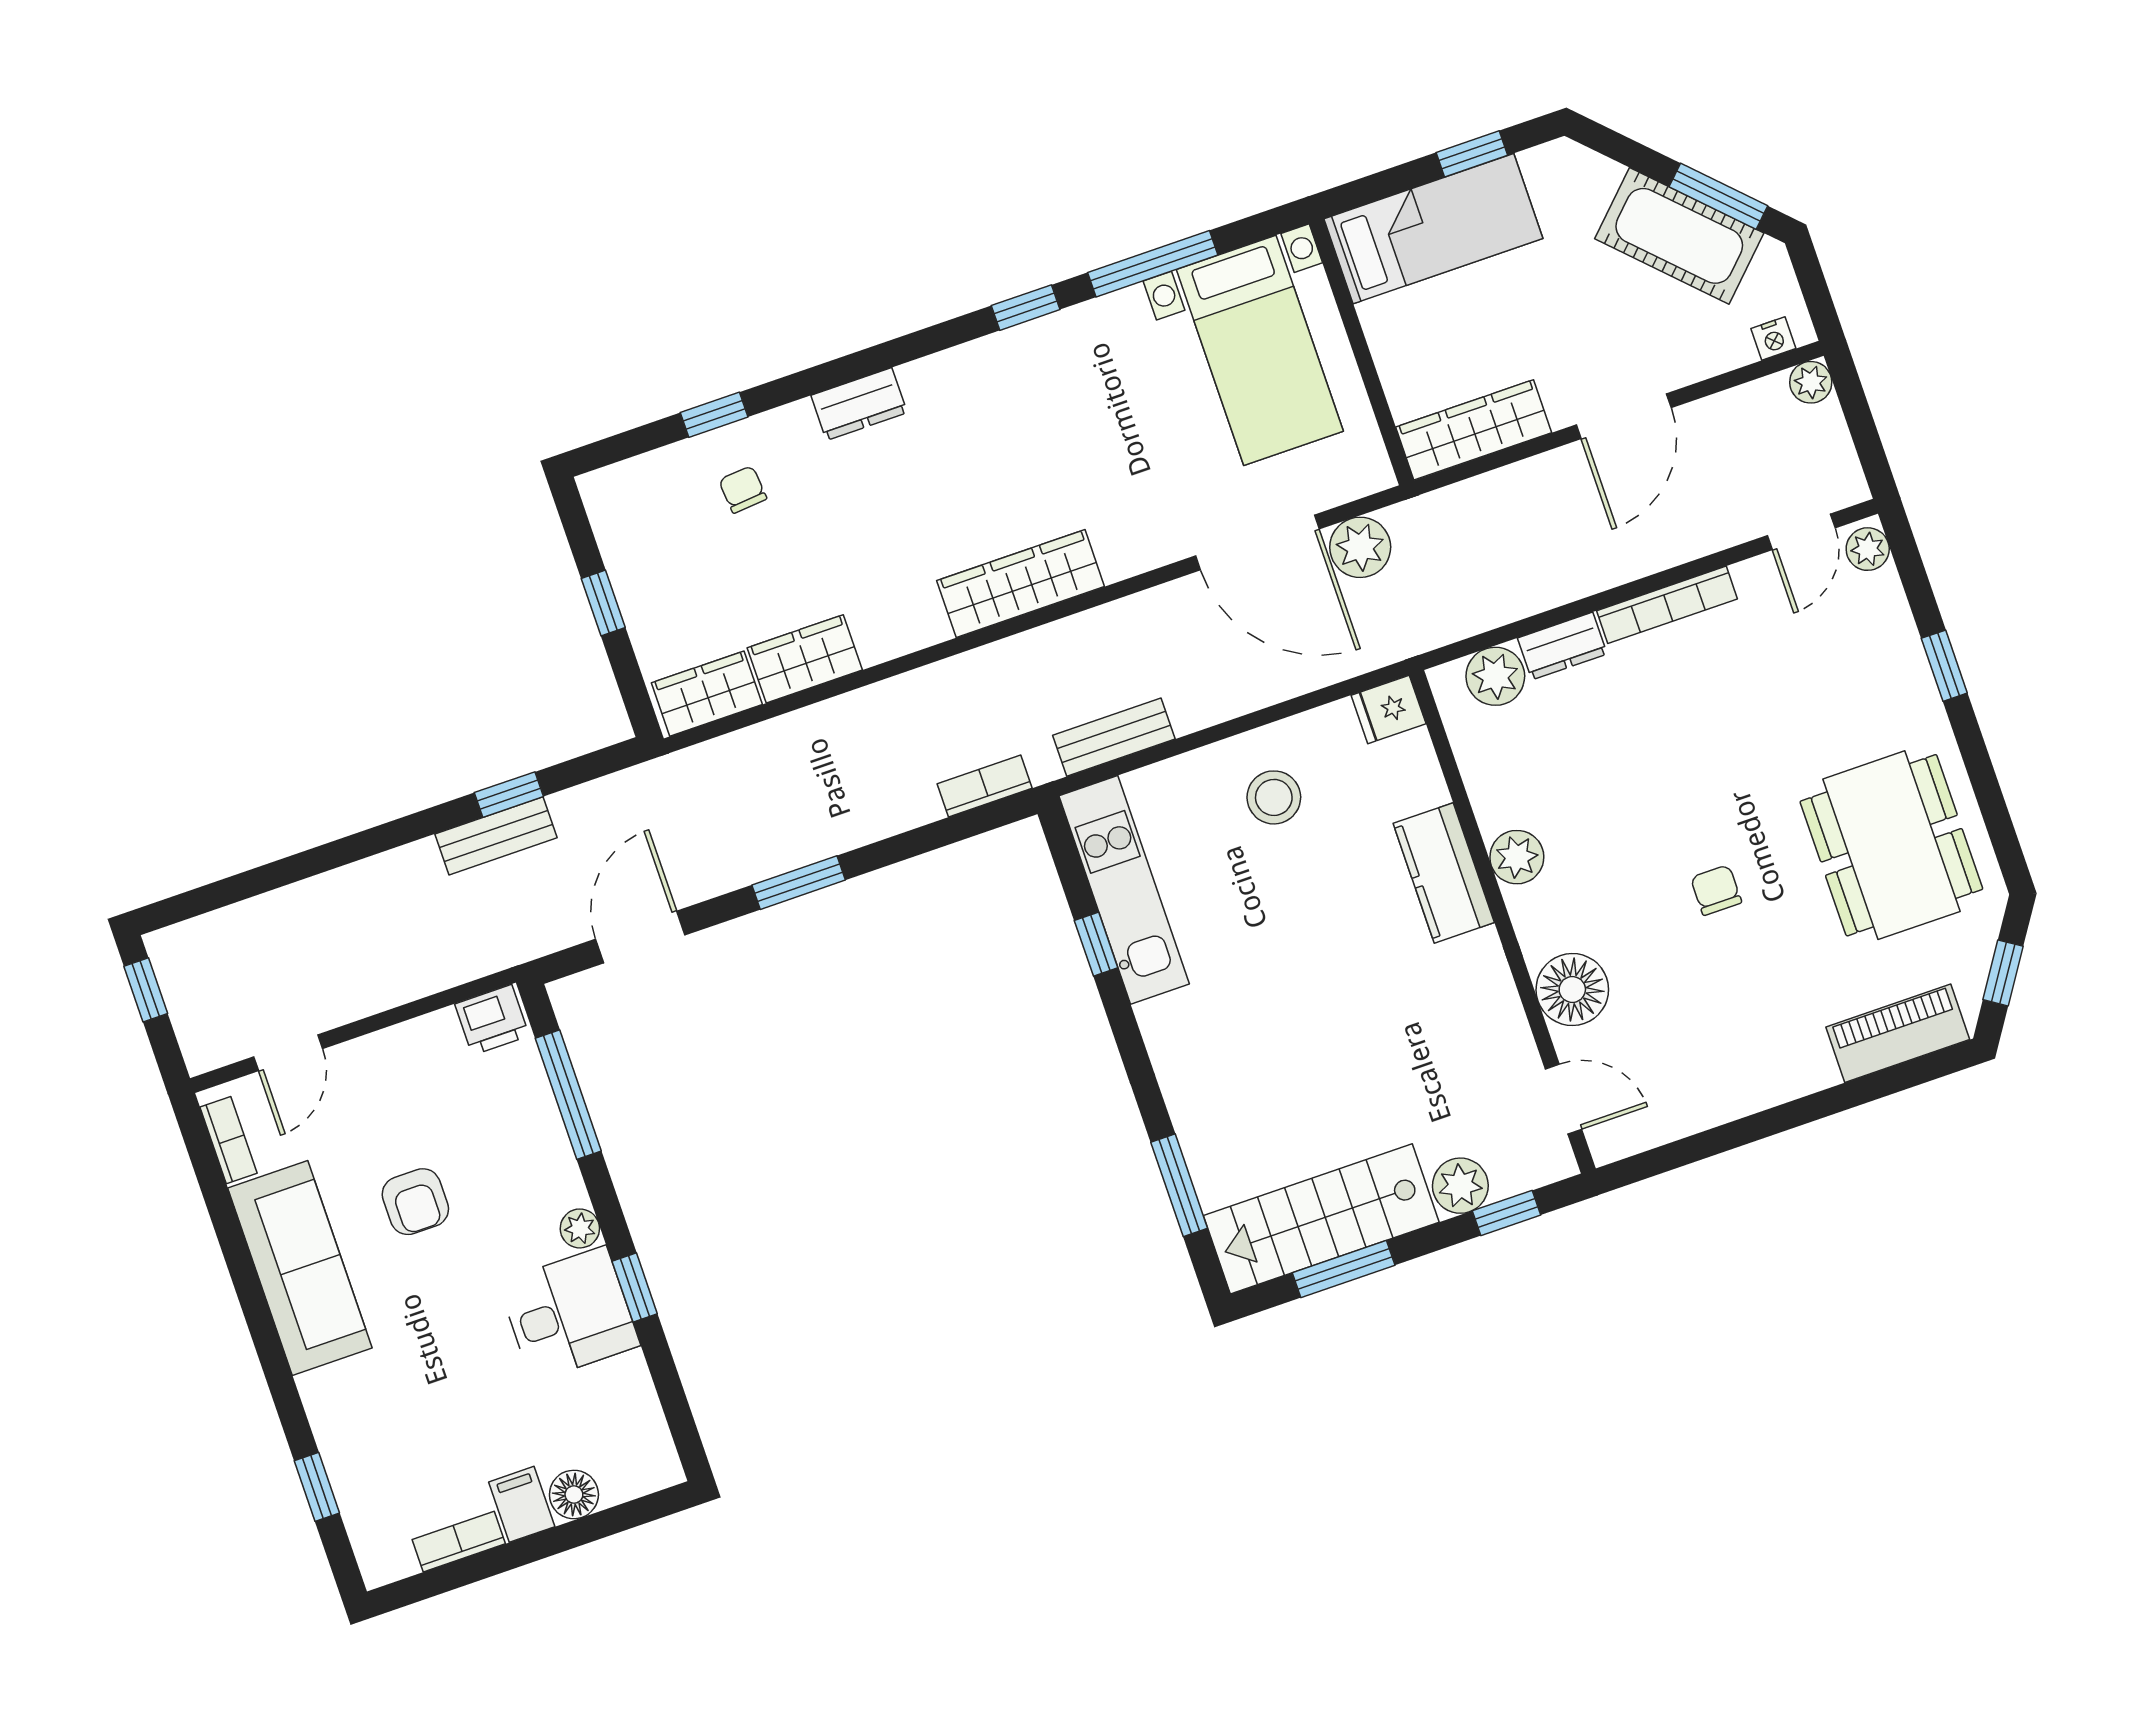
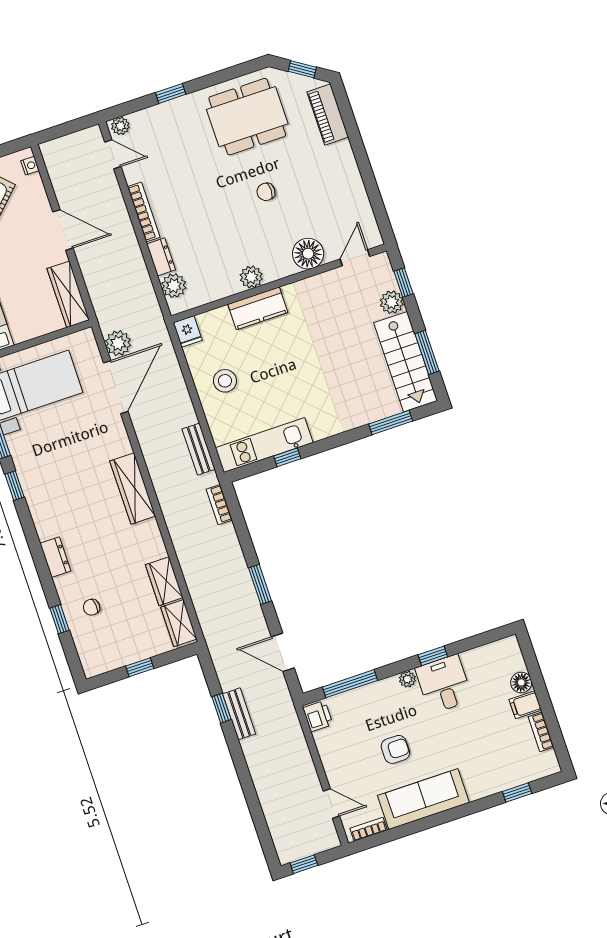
plant: (1811, 382) -> (49, 150), removed

